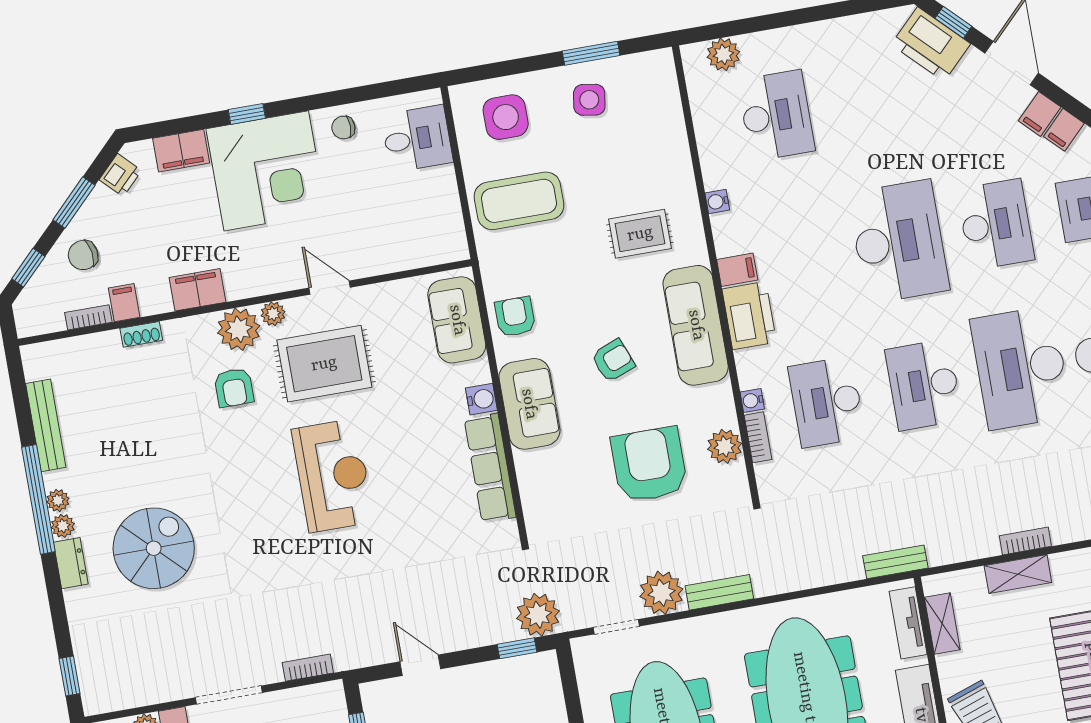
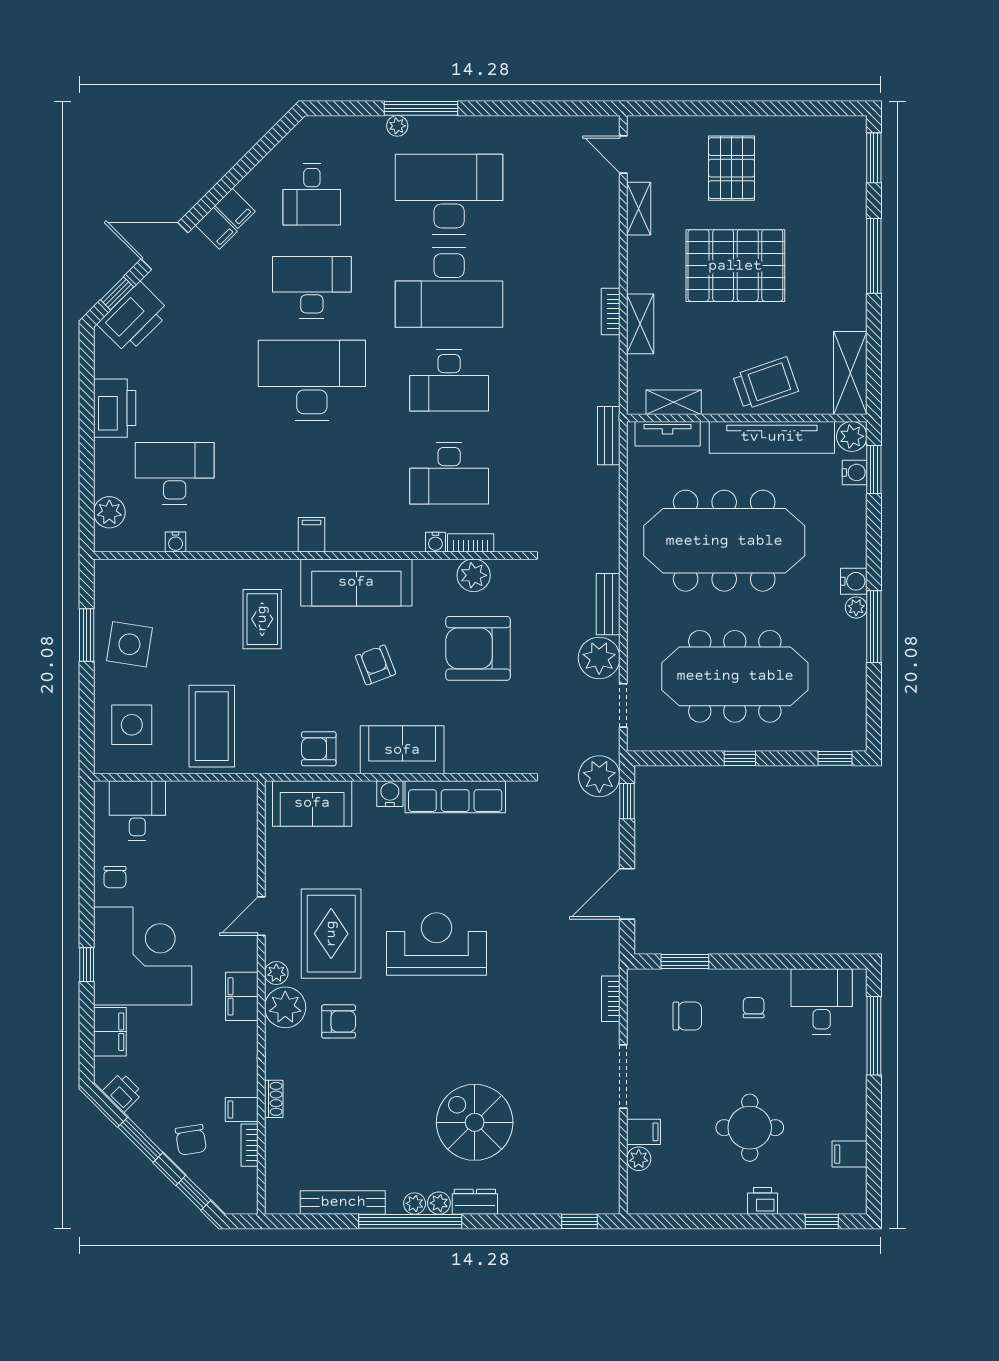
side table: (589, 100) -> (129, 644), width x1.37, depth x1.37
water cooler: (717, 202) -> (176, 542), moved
filing cabinet: (198, 290) -> (242, 996), moved
printer: (749, 316) -> (115, 408), moved, turned 90
door: (420, 665) -> (627, 894), width x1.38

